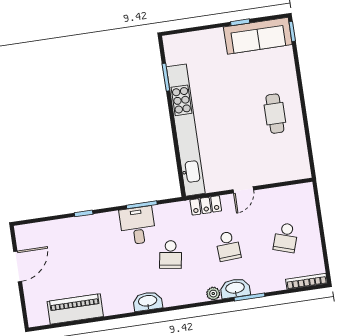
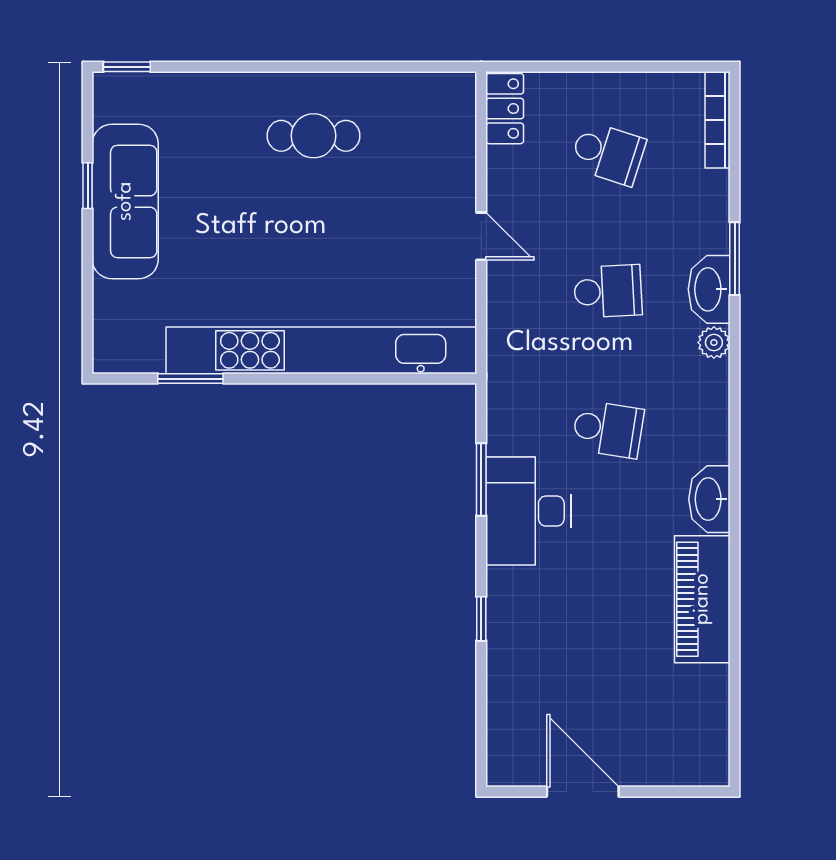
sofa: (258, 36) -> (125, 201), moved
locker: (206, 205) -> (505, 109), moved
desk: (138, 226) -> (528, 511), width x1.37
piano: (75, 309) -> (702, 599), moved

